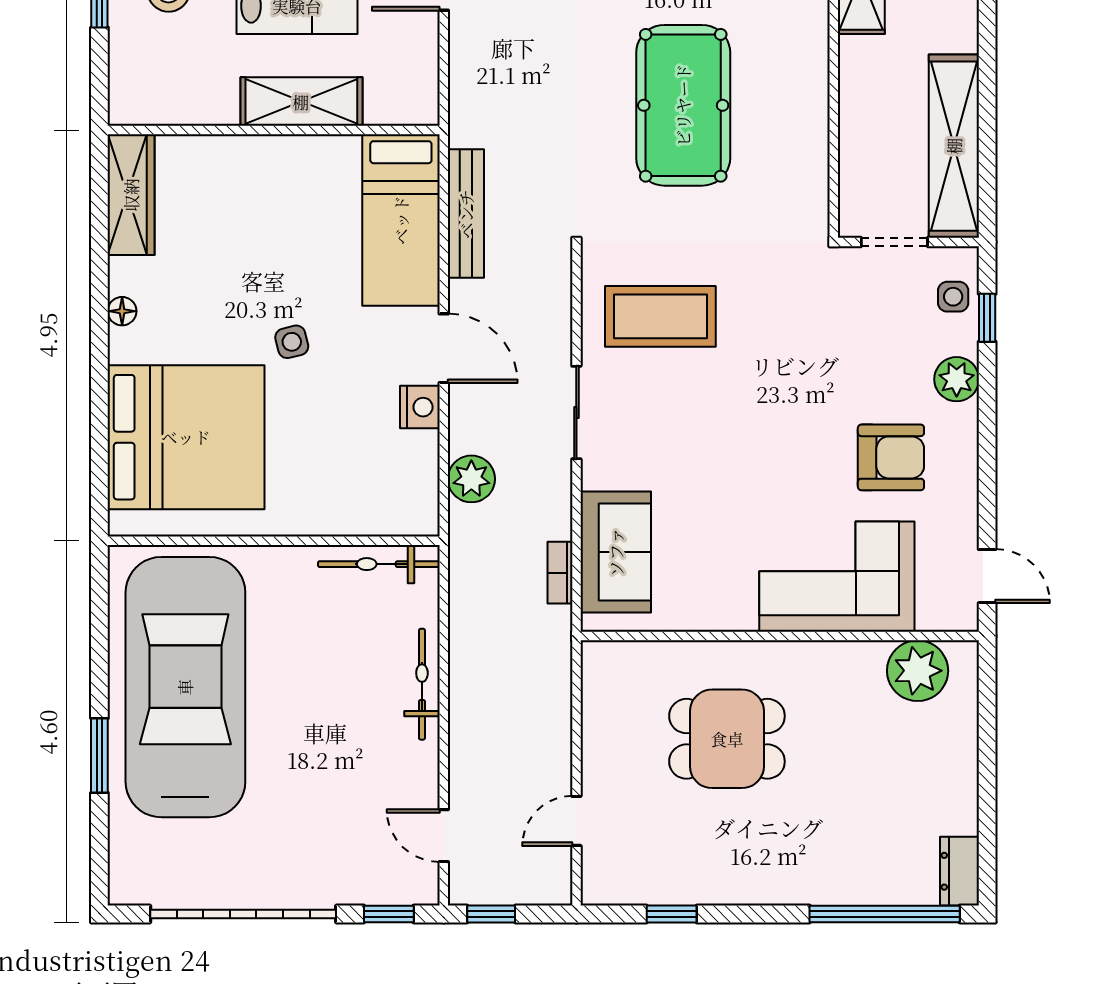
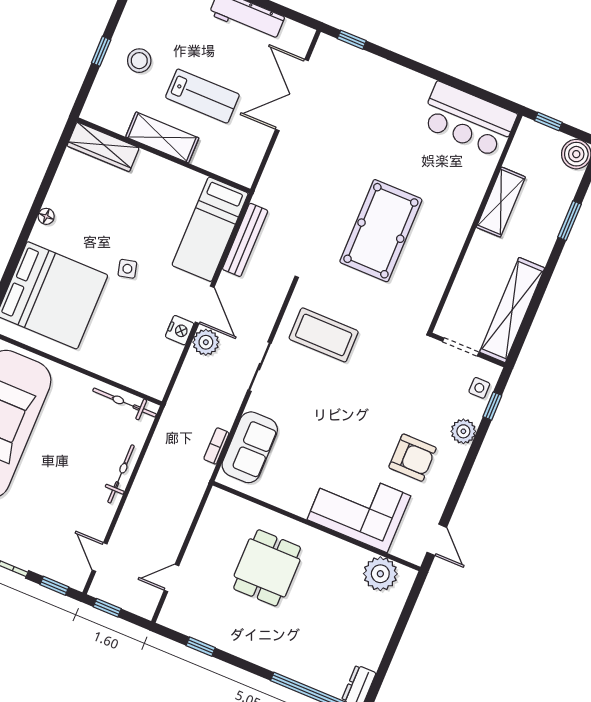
shelving: (301, 102) -> (162, 137), moved
wardrobe: (131, 195) -> (103, 147), moved, turned 90
plant: (471, 479) -> (206, 342), moved
dining table: (727, 739) -> (267, 568), turned 90

